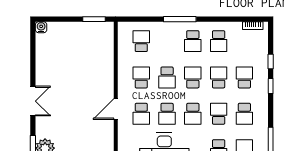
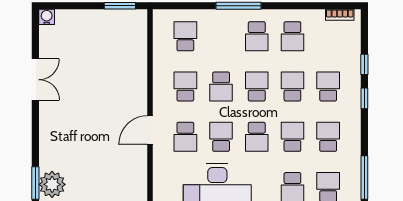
double door: (33, 101) -> (35, 80), moved
school desk: (167, 114) -> (221, 137), turned 180
school desk: (244, 114) -> (328, 137), turned 180

